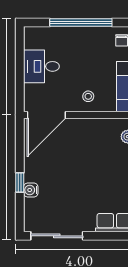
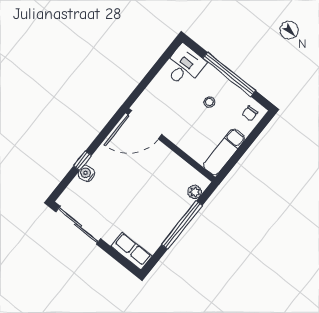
desk: (41, 66) -> (184, 66), moved, turned 90
stool: (88, 96) -> (209, 102), moved

